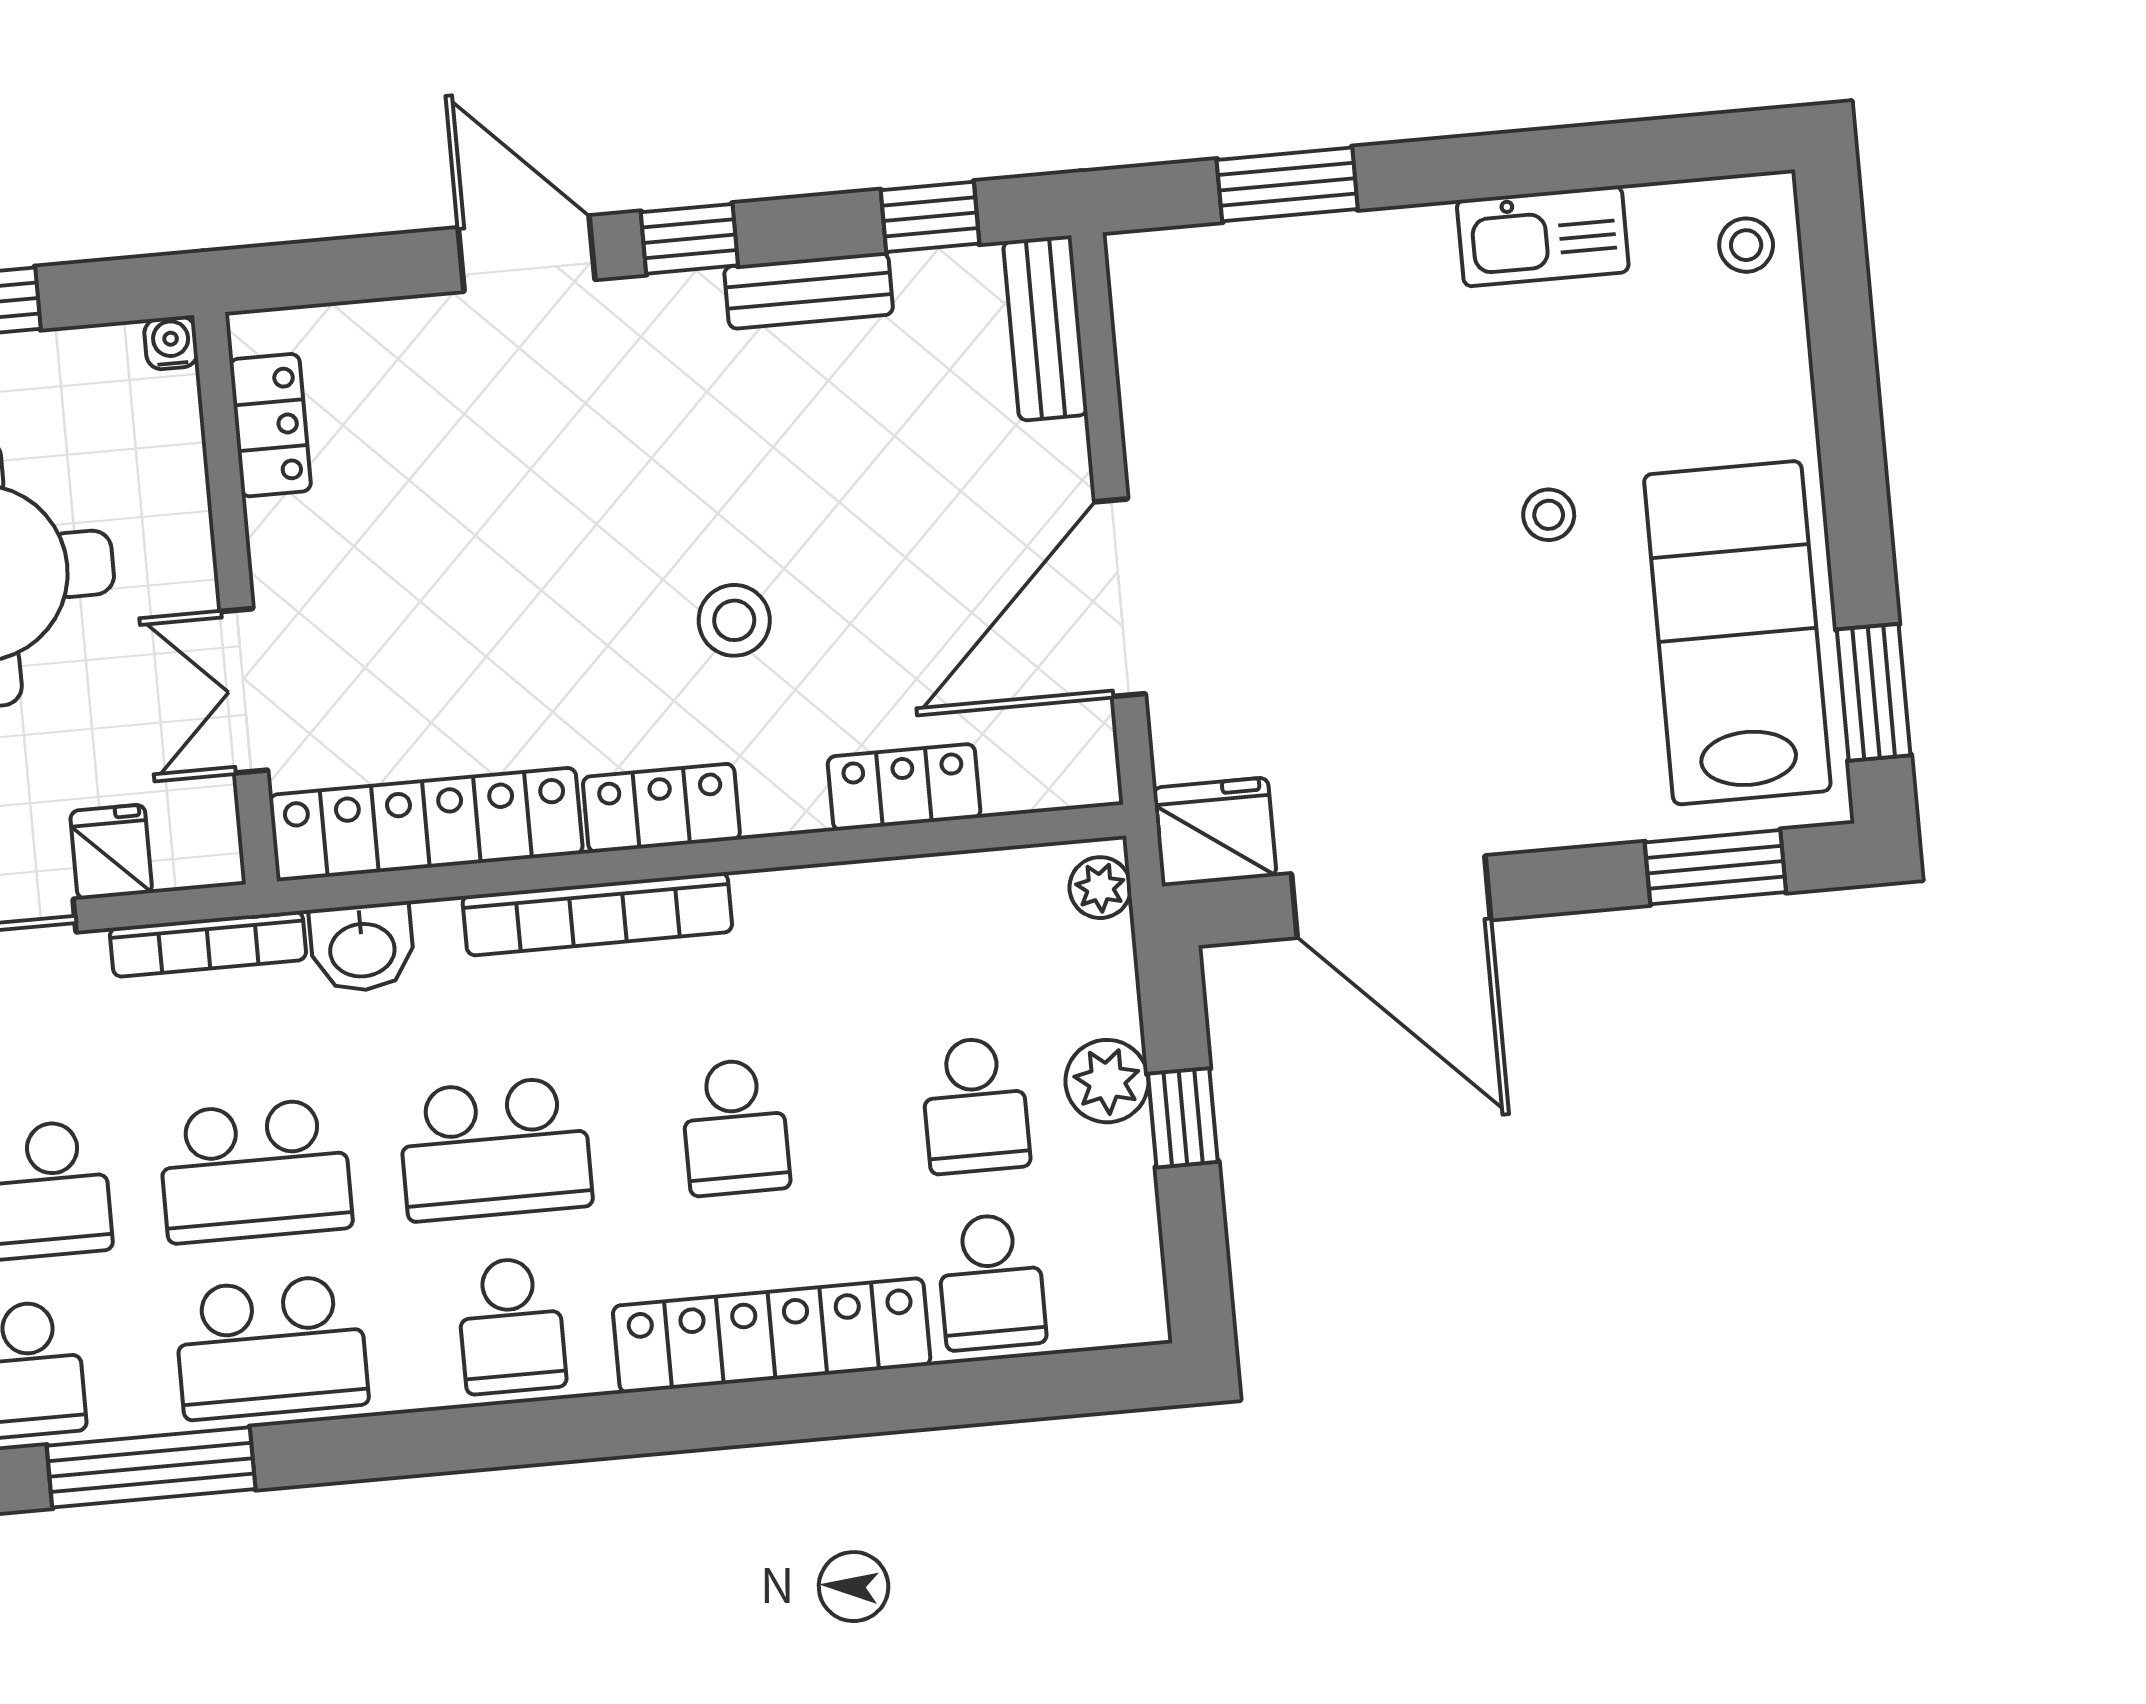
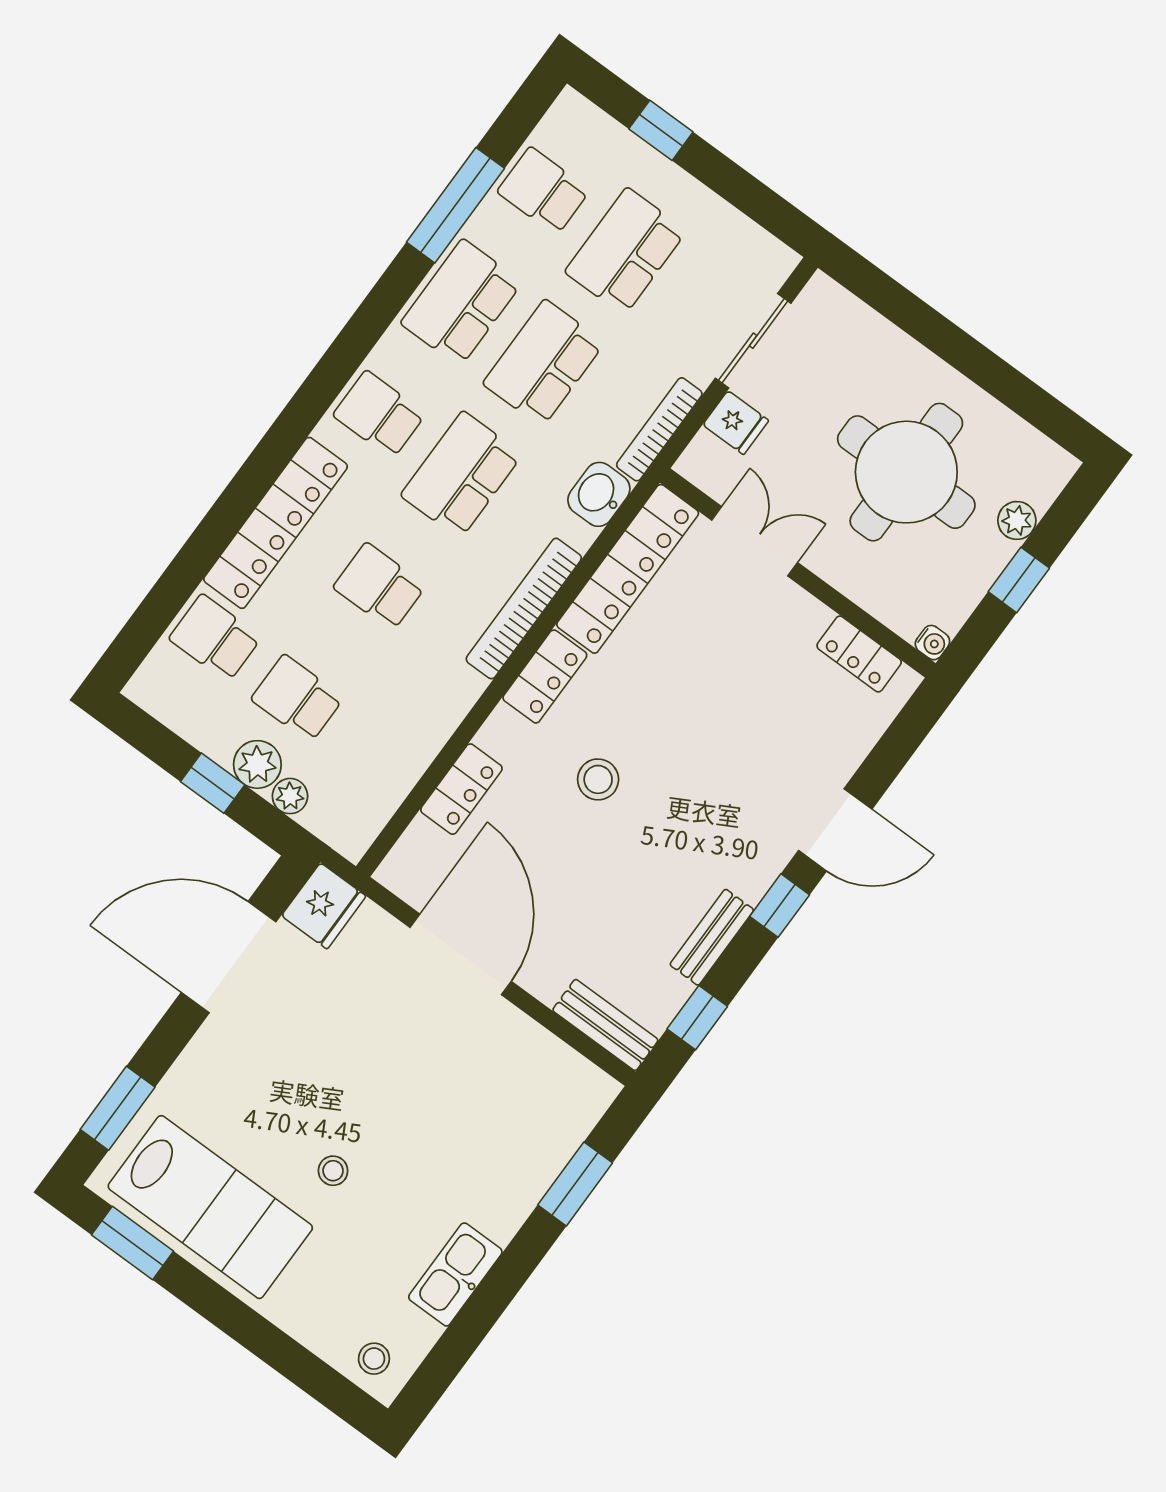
plant: (1100, 888) -> (290, 796), moved

